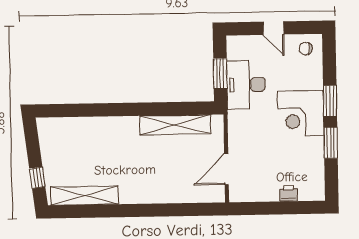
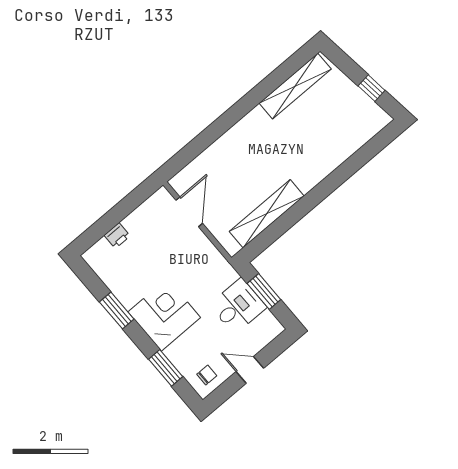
desk: (246, 85) -> (238, 306), width x0.73
window: (330, 101) -> (166, 368), moved
window: (37, 178) -> (372, 88), moved

